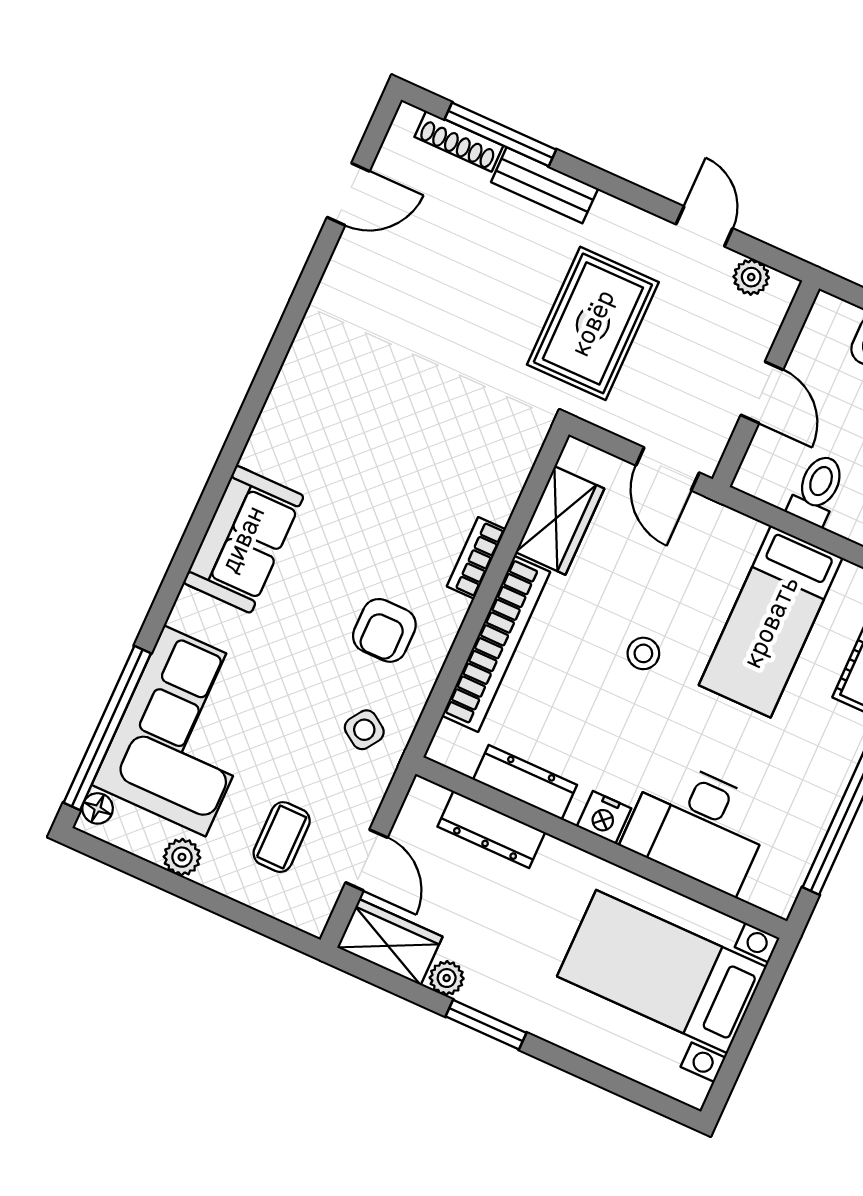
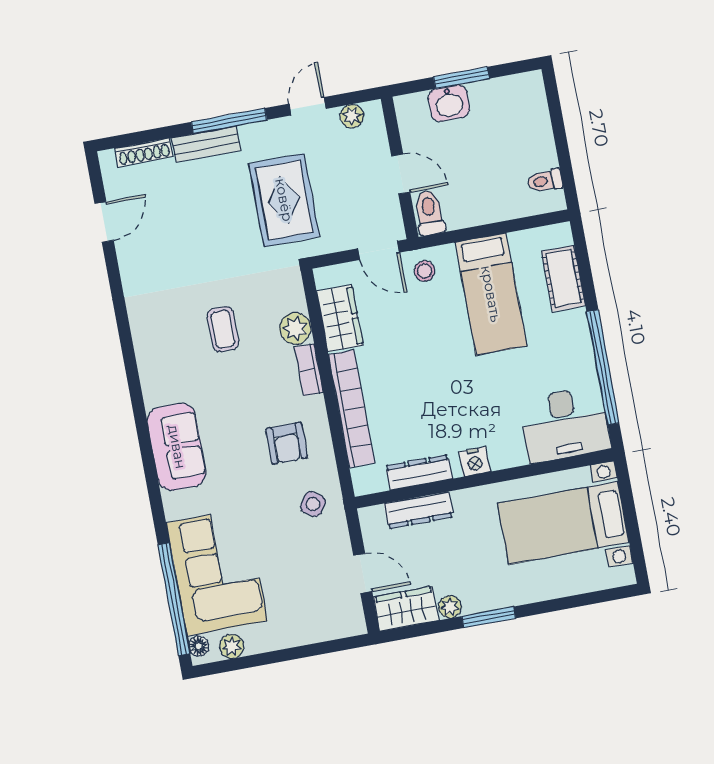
window: (500, 134) -> (229, 121), moved
door: (704, 226) -> (308, 106), hinge flipped
toilet: (817, 490) -> (429, 213), moved
plant: (495, 494) -> (295, 329), added
stool: (643, 653) -> (425, 271), moved
desk: (698, 826) -> (565, 424), moved
coffee table: (282, 837) -> (223, 329), moved
plant: (182, 857) -> (232, 646), moved

